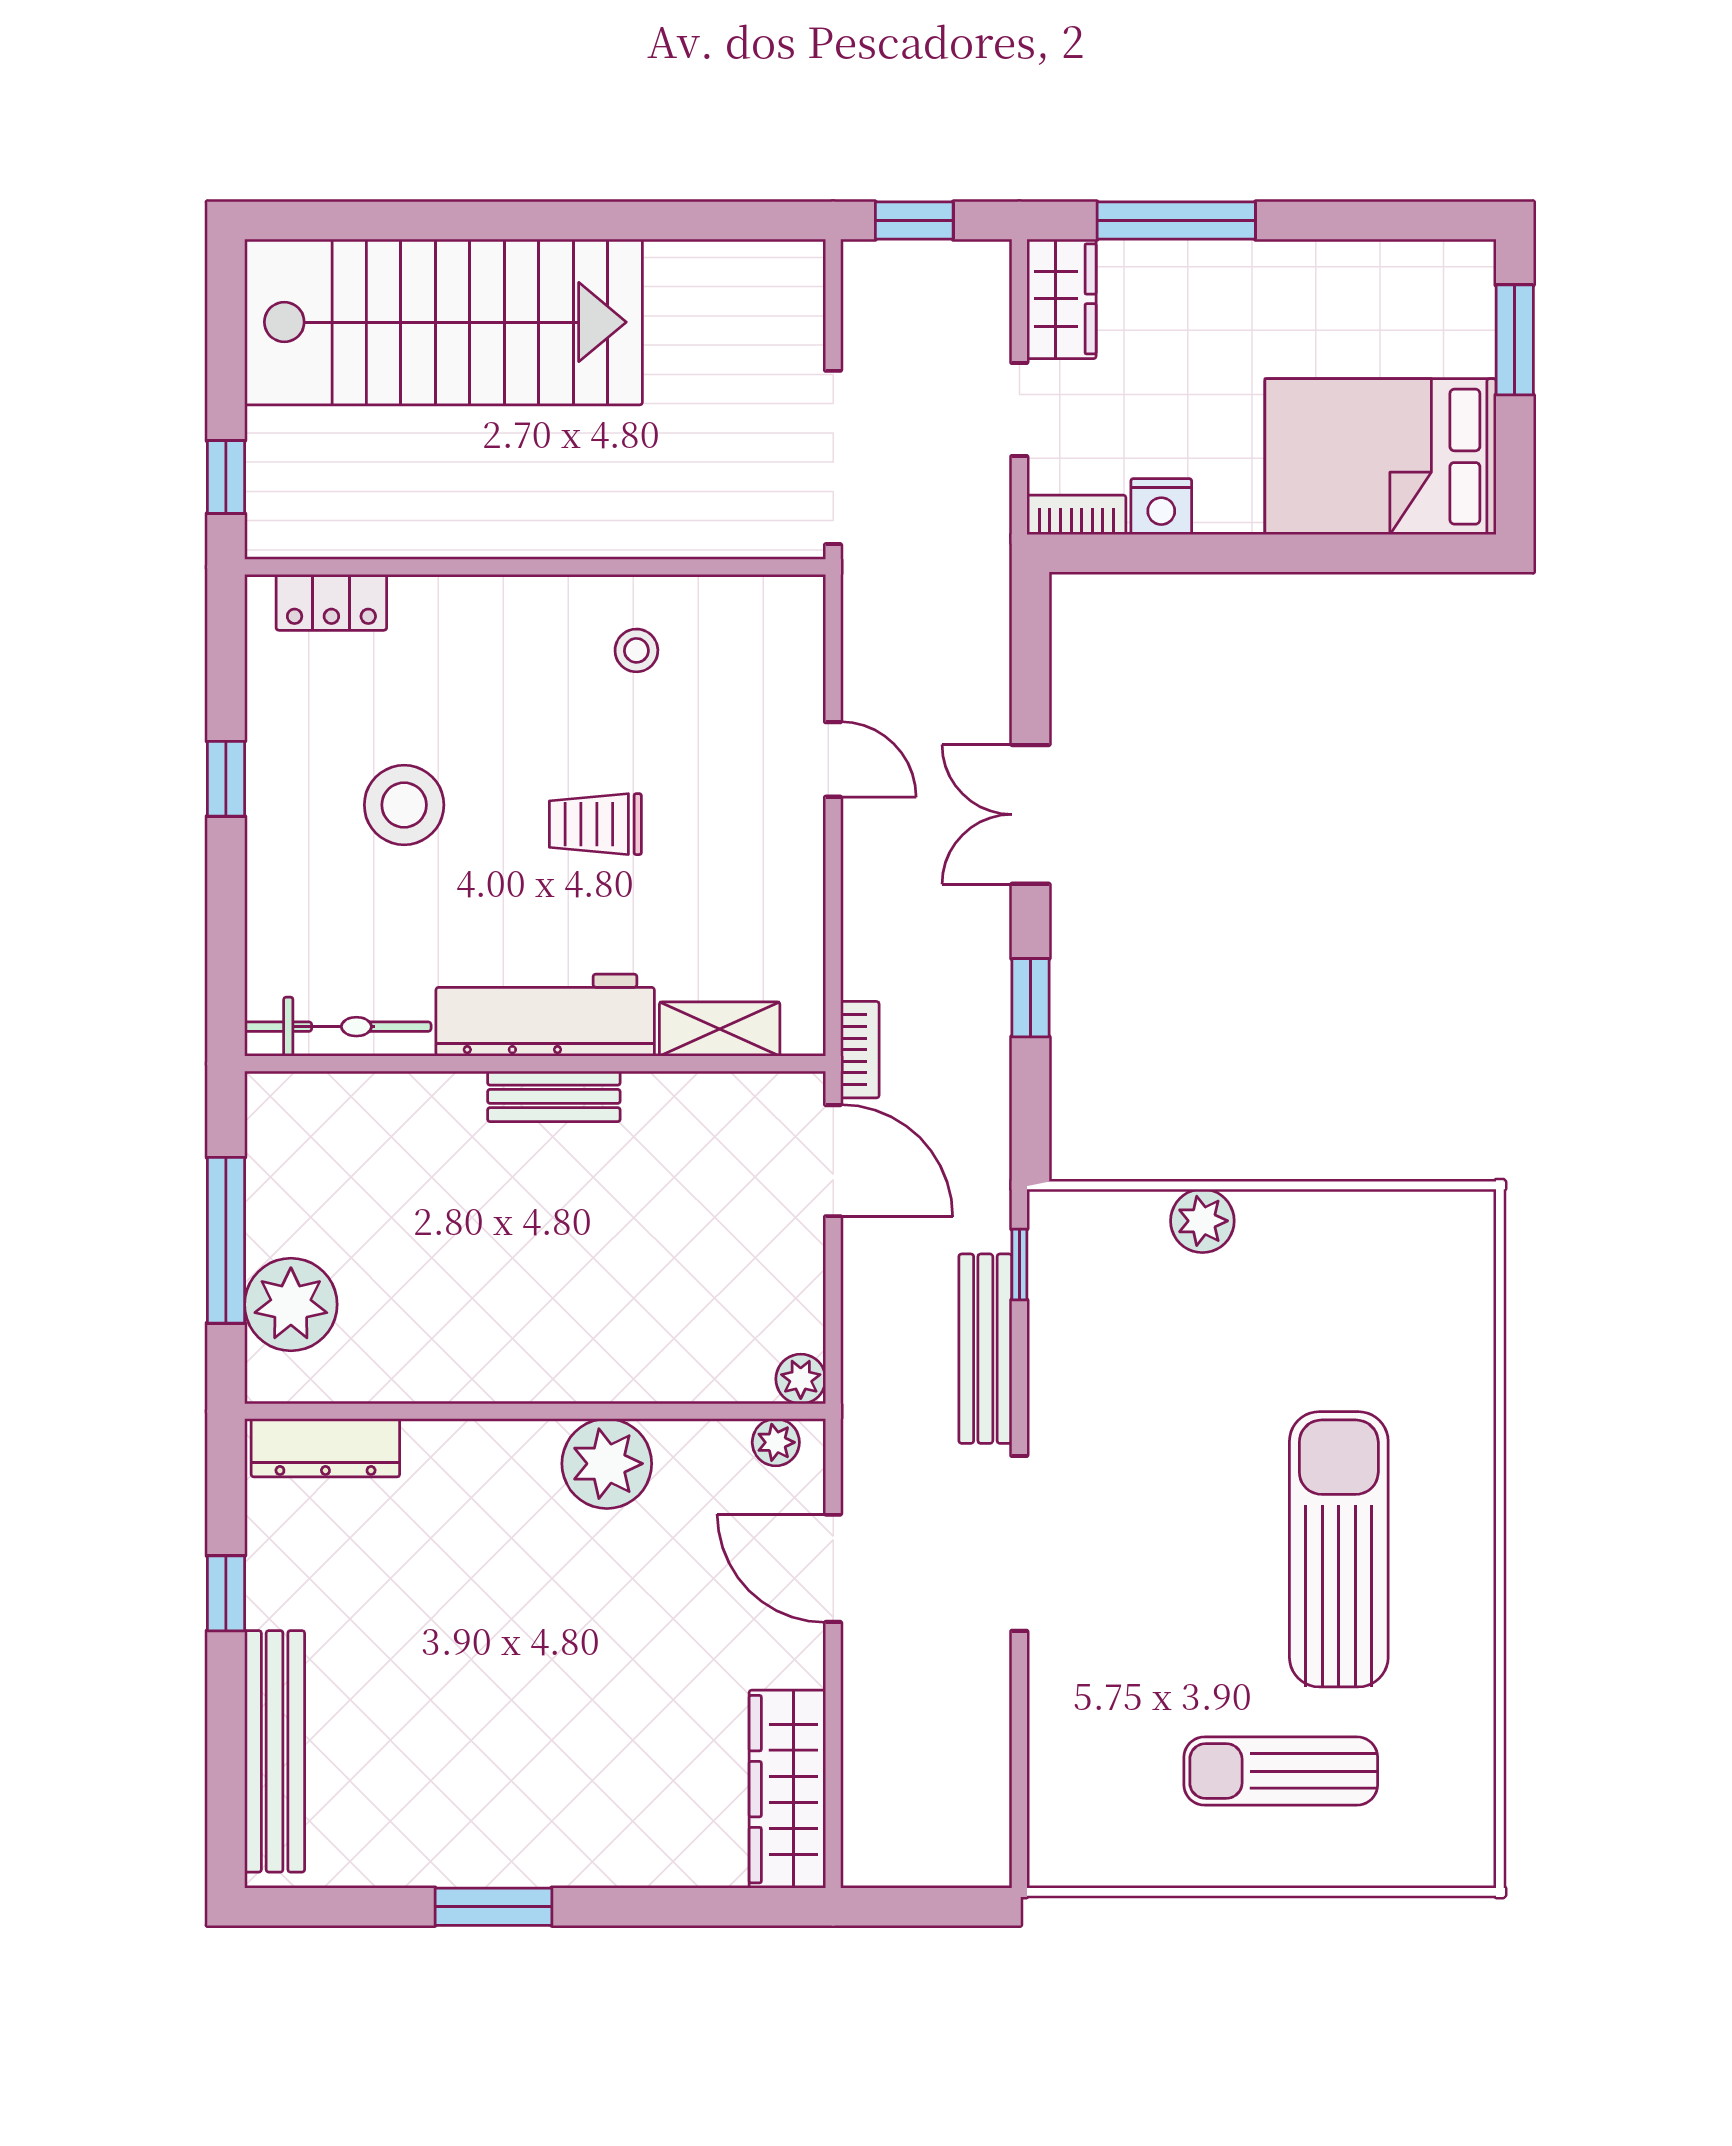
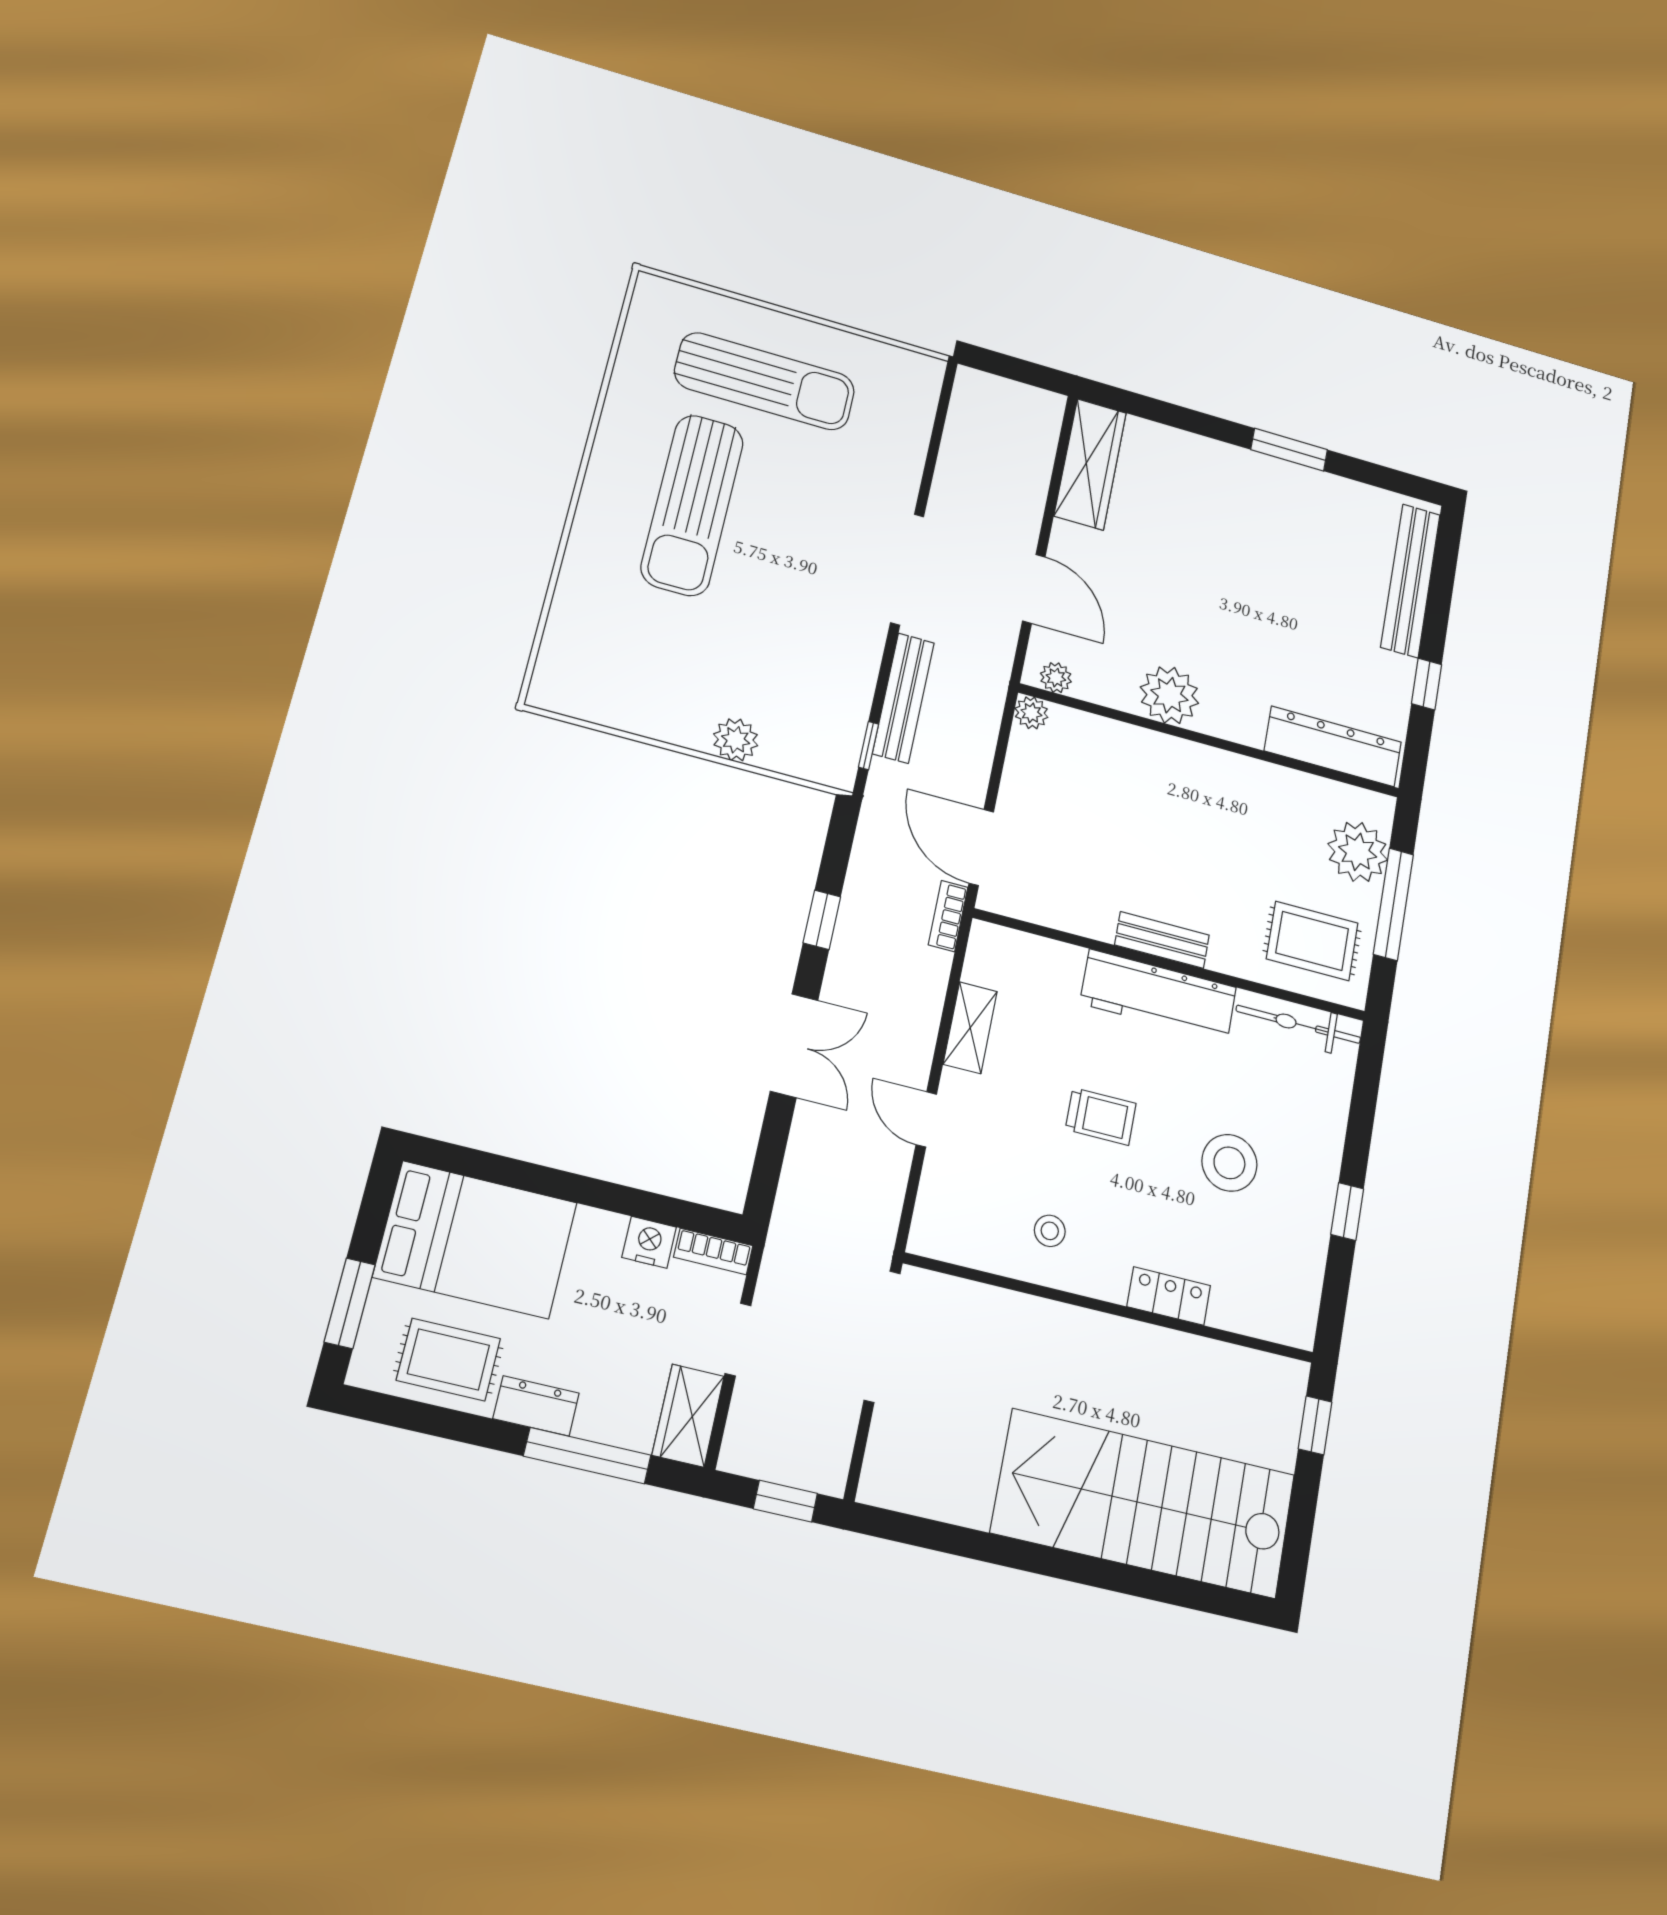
dresser: (1254, 267) -> (536, 1406), added
rug: (1376, 299) -> (448, 1359), added
locker: (331, 602) -> (1169, 1296), moved
shelving: (720, 1029) -> (970, 1028), moved, turned 90
rug: (337, 1153) -> (1312, 941), added
dresser: (325, 1448) -> (1333, 746), width x1.37, depth x1.24
sun lounger: (1281, 1771) -> (765, 381), width x1.36, depth x1.34

